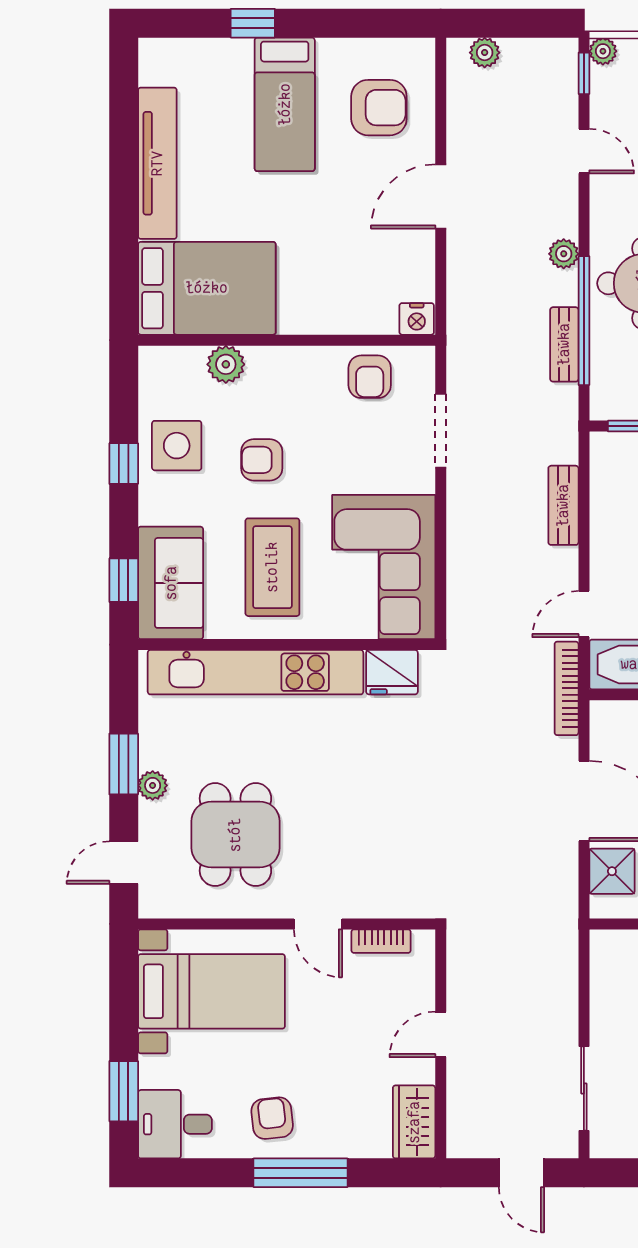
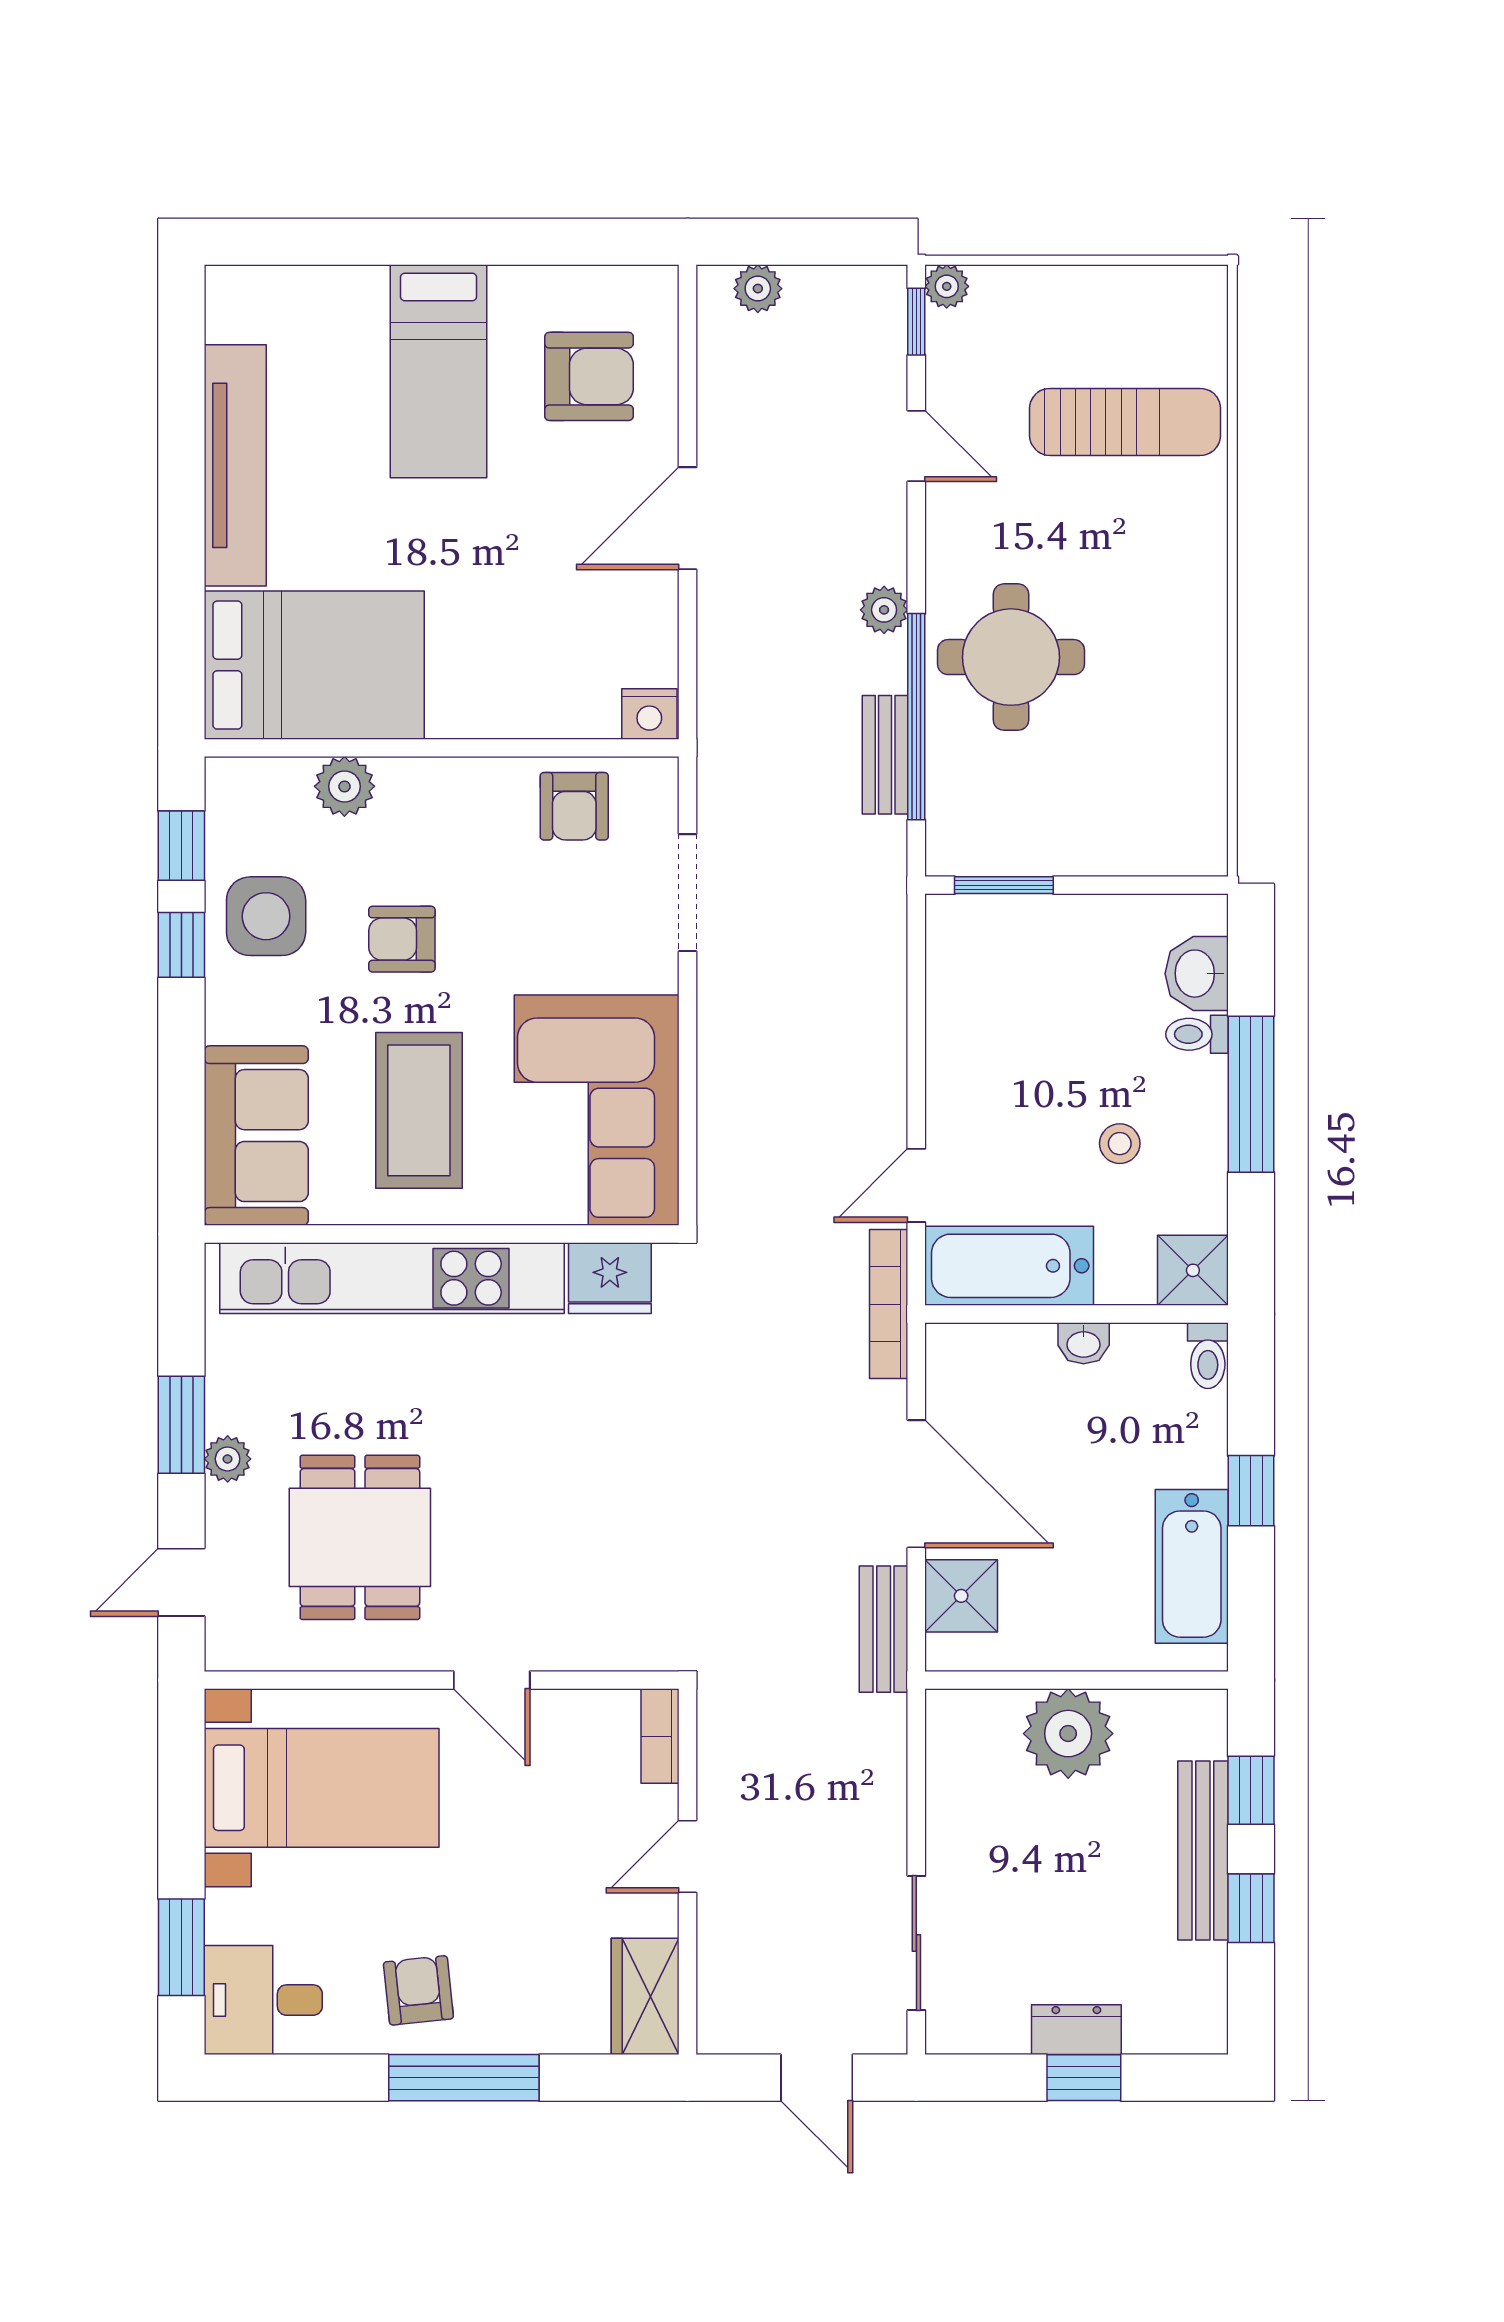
window: (253, 23) -> (388, 242), removed
bench: (563, 505) -> (884, 1629), moved
window: (124, 580) -> (181, 846), moved
bookcase: (381, 941) -> (660, 1736), moved, turned 90

